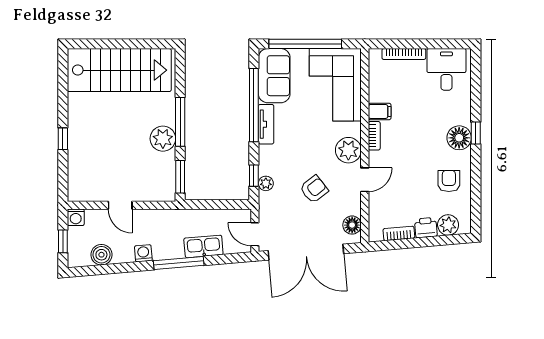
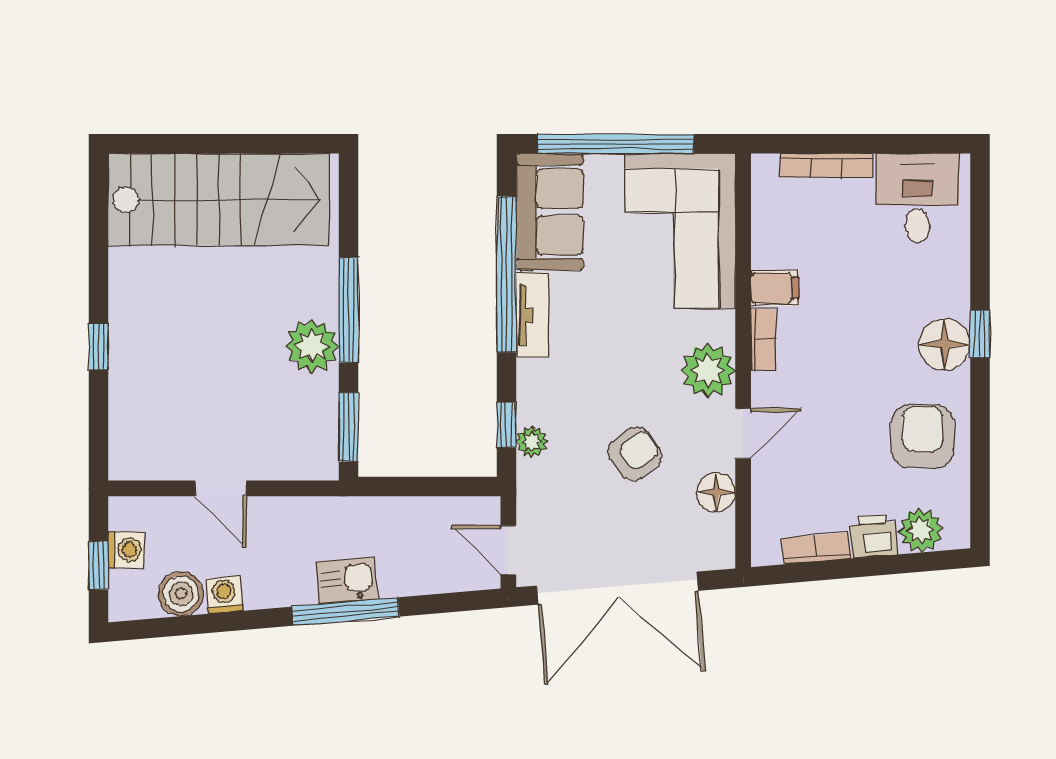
armchair: (449, 181) -> (923, 436), width x1.38, depth x1.38
washing machine: (76, 217) -> (126, 550), moved, turned -90
floor lamp: (352, 225) -> (716, 492), moved
kitchen sink: (203, 246) -> (347, 581), moved, width x0.73
washing machine: (143, 253) -> (224, 595), moved

